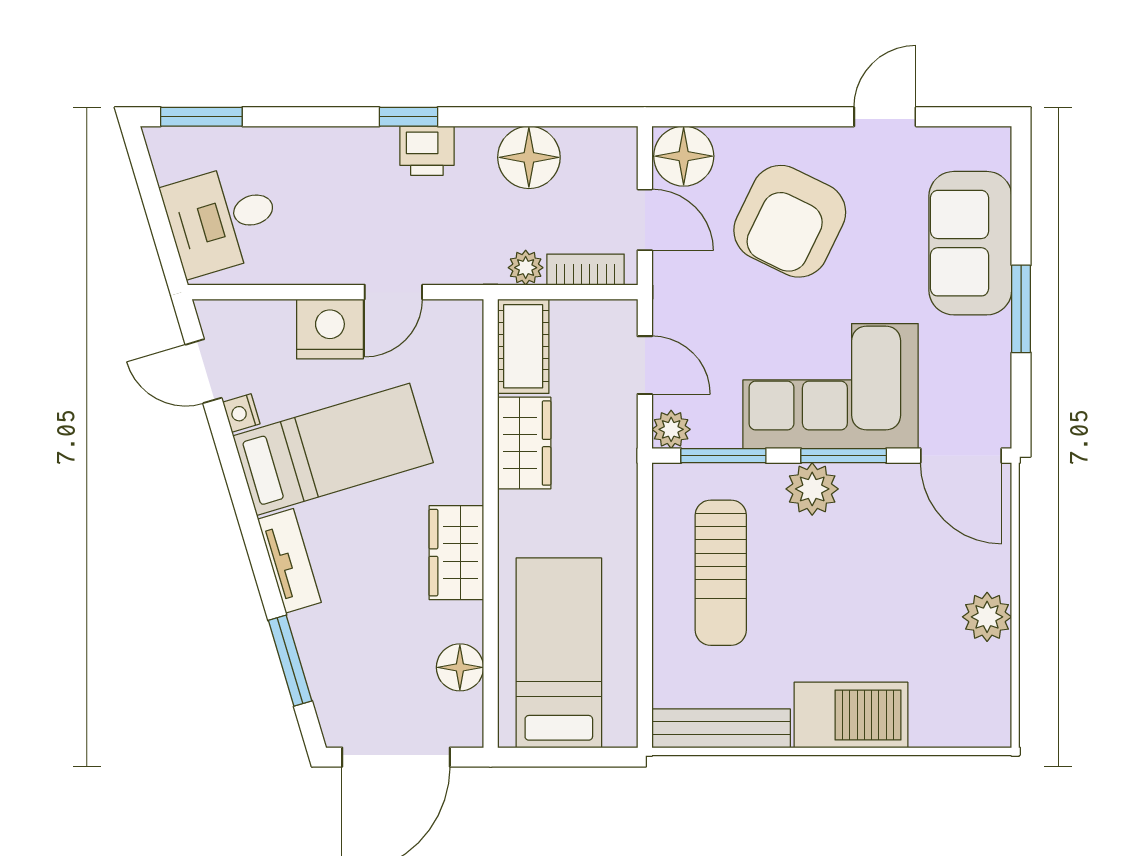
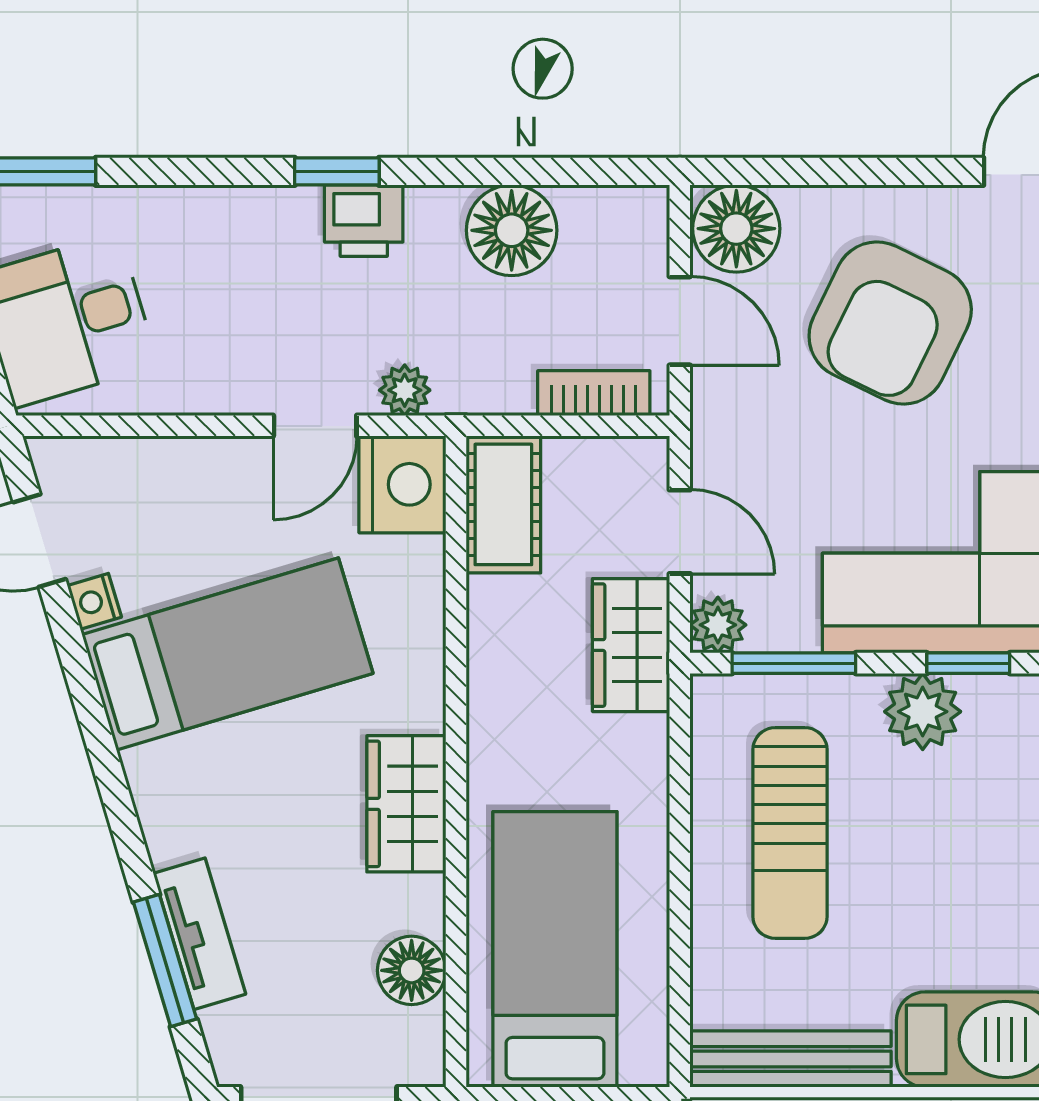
plant: (526, 268) -> (405, 390), moved
nightstand: (330, 329) -> (402, 484), moved, turned 90
wardrobe: (524, 443) -> (631, 645), moved, turned 180
window: (844, 456) -> (968, 663), width x0.67
tv unit: (289, 561) -> (199, 934), moved

